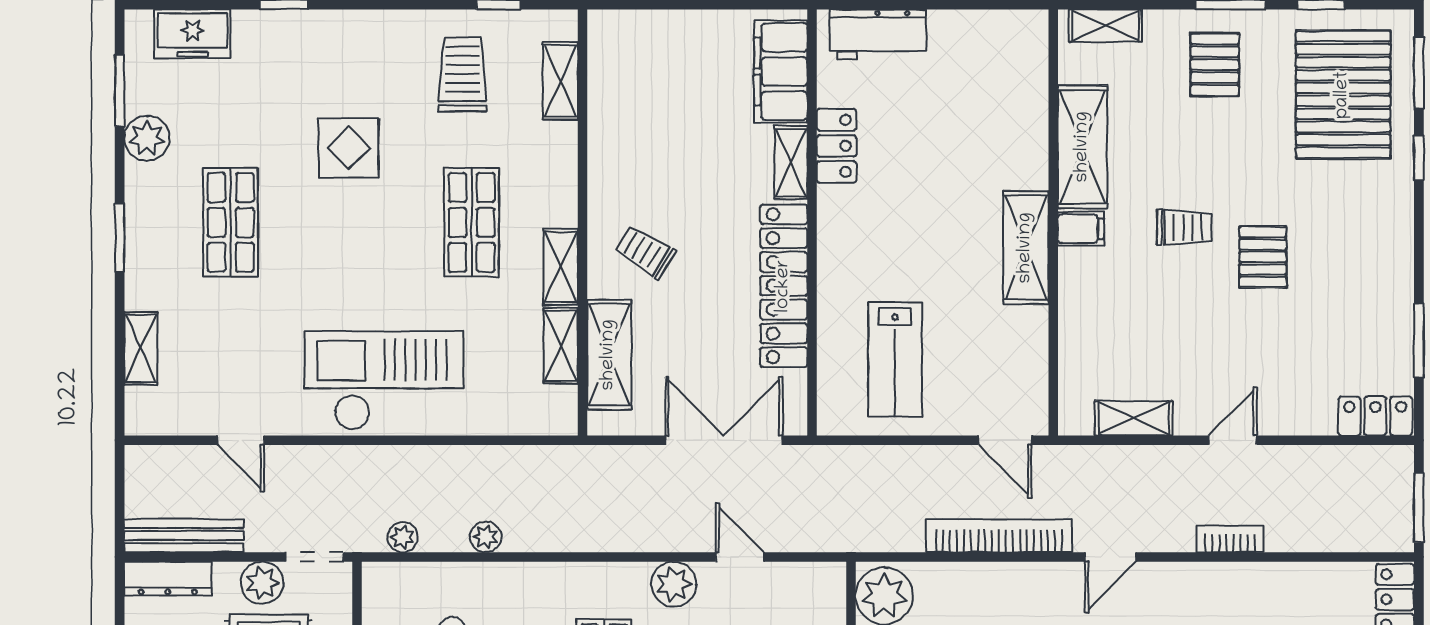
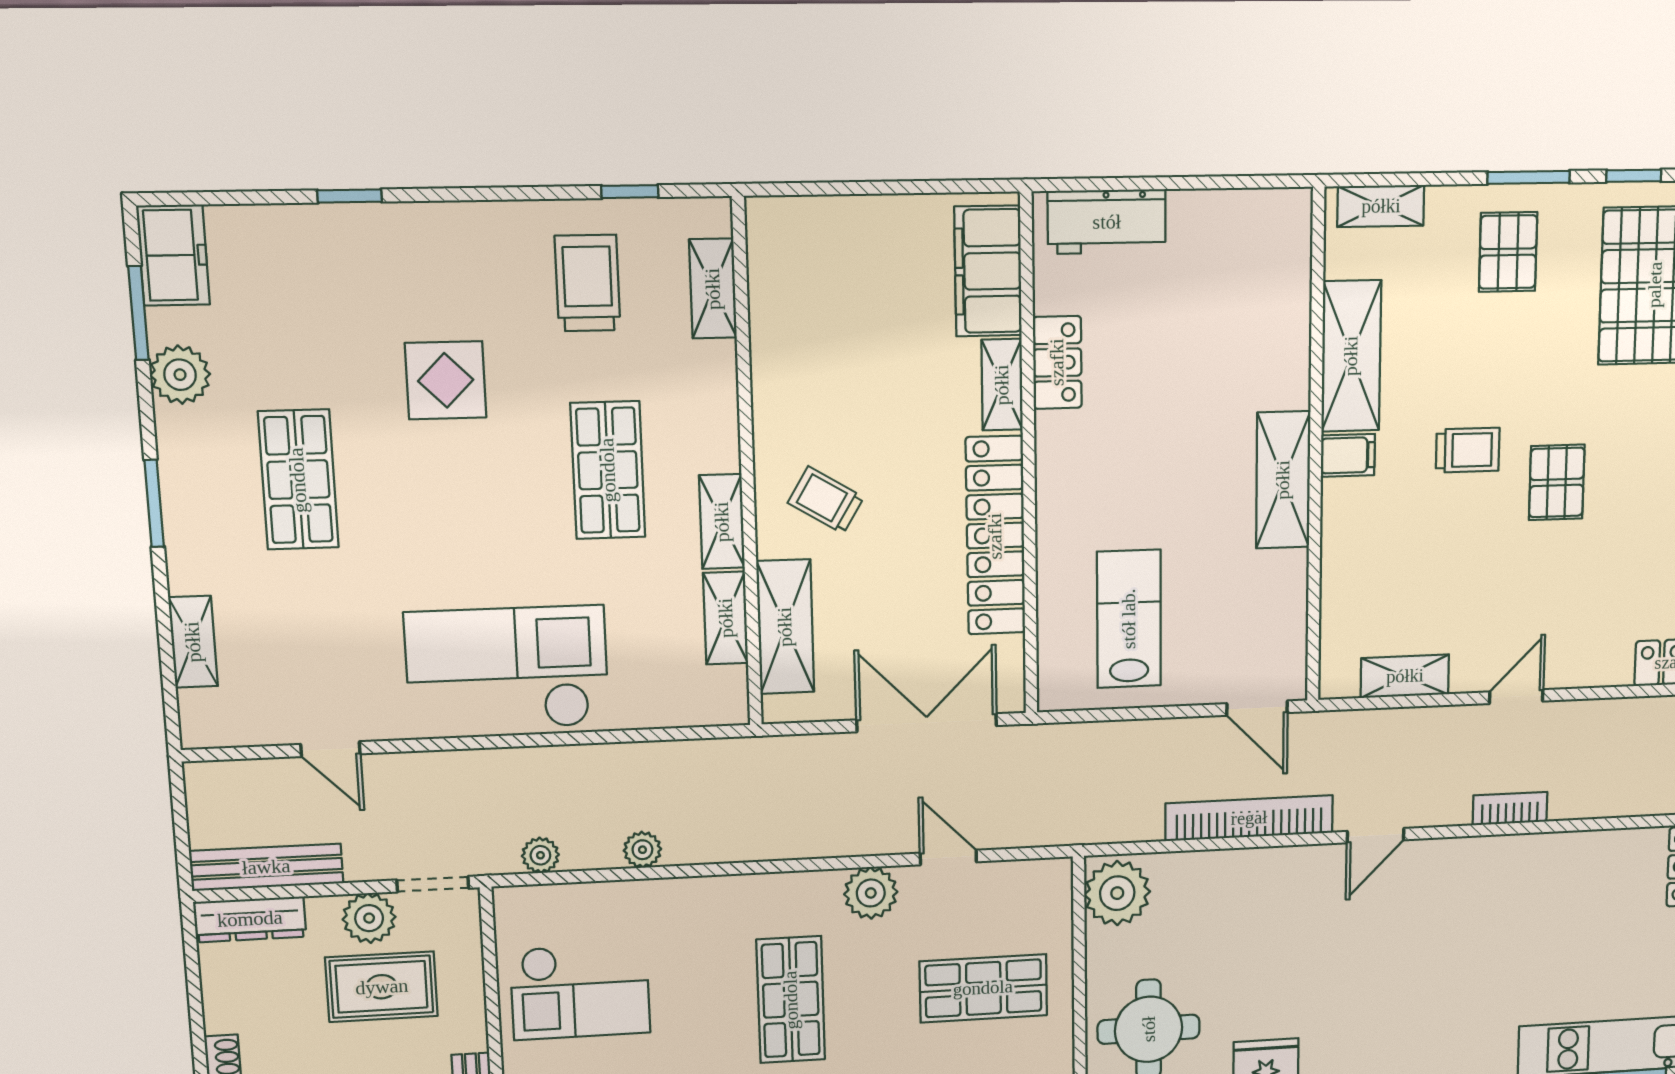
freezer: (193, 34) -> (173, 255), moved, turned -90
lab bench: (895, 359) -> (1129, 619), turned 180

